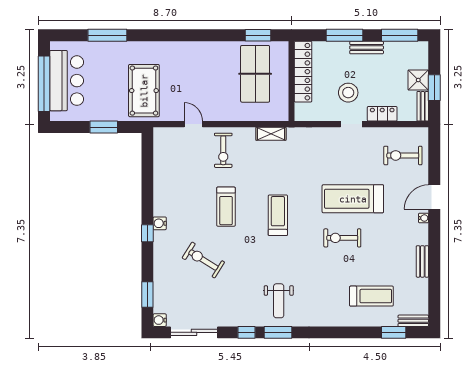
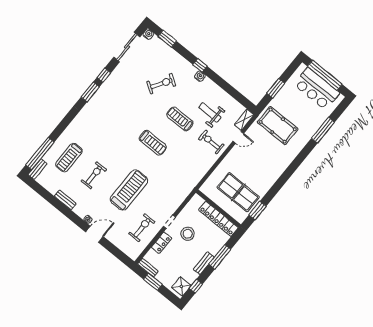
window: (400, 35) -> (196, 286), width x0.46
shower: (418, 80) -> (181, 286), moved
shelving: (271, 134) -> (244, 120), moved
exercise bike: (403, 155) -> (142, 228), moved
door: (434, 197) -> (94, 234), hinge flipped
exercise bike: (342, 238) -> (94, 175), moved
weight bench: (279, 301) -> (210, 112), moved
window: (394, 332) -> (40, 154), width x2.11

